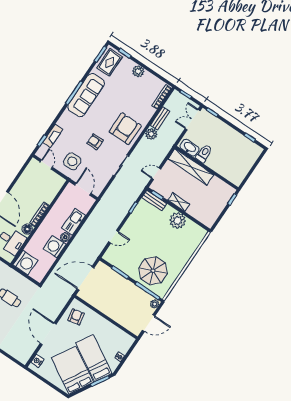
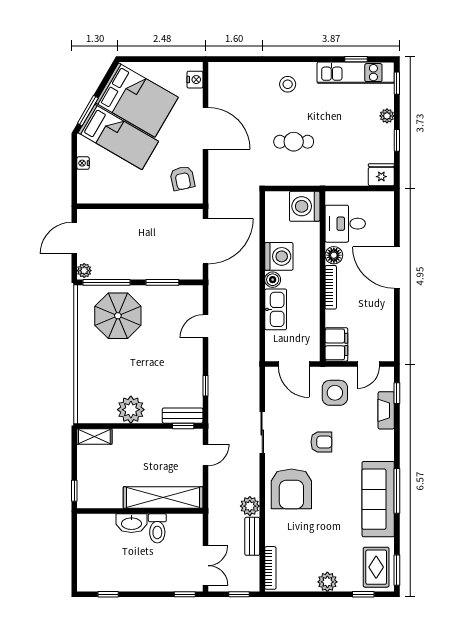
washbasin: (190, 148) -> (131, 523), moved
door: (46, 164) -> (368, 364), hinge flipped
filing cabinet: (55, 185) -> (336, 344), added
shelving: (179, 202) -> (94, 436), moved

